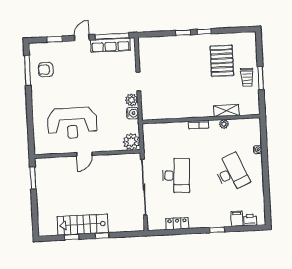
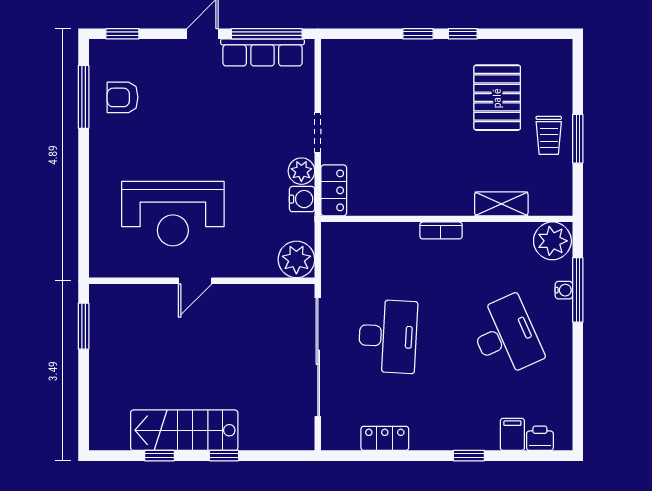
window: (55, 39) -> (122, 34), moved
locker: (147, 108) -> (334, 190), added
plant: (224, 124) -> (552, 241), moved, width x1.88, depth x1.88
window: (264, 149) -> (578, 290), added

